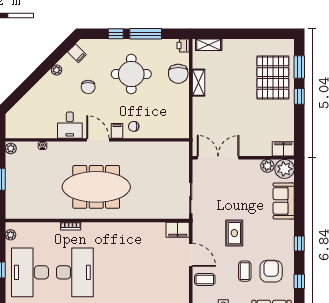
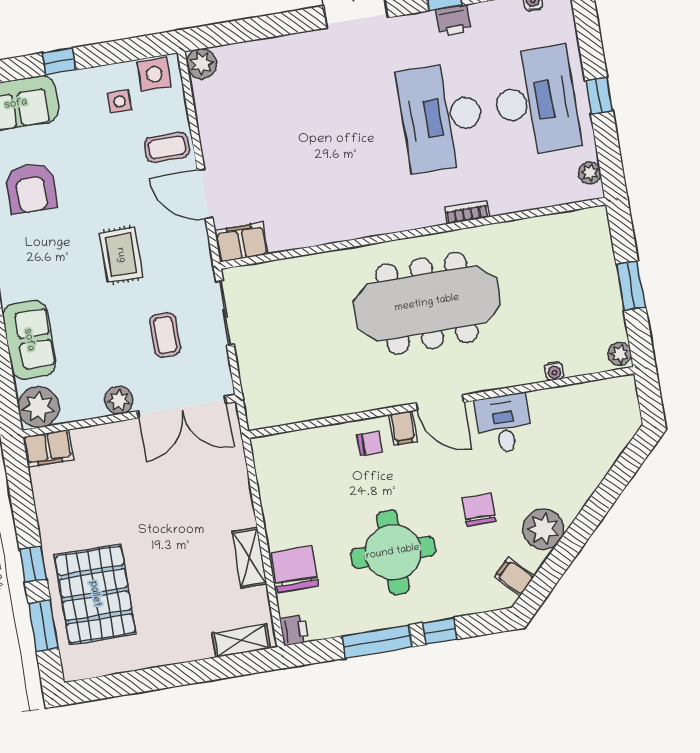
plant: (57, 70) -> (543, 529), width x1.87, depth x1.87
plant: (267, 166) -> (119, 400), moved
coffee table: (245, 271) -> (165, 335), moved

